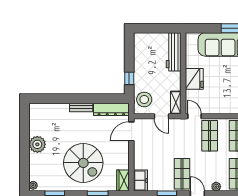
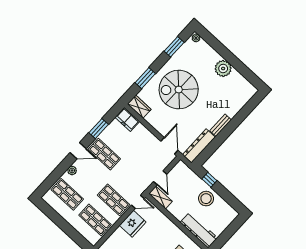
fridge: (194, 79) -> (133, 224), moved, turned -90
stool: (144, 100) -> (206, 199), moved
door: (161, 116) -> (160, 178), swing flipped

